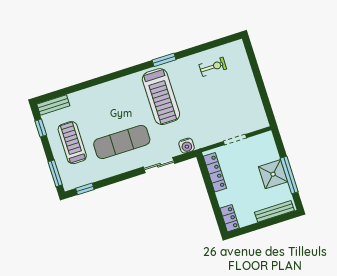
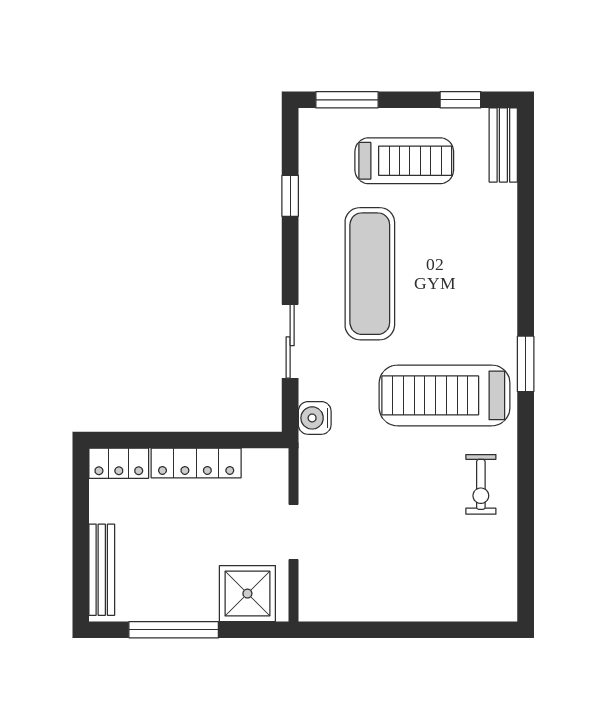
window: (164, 60) -> (526, 364), moved
exercise bike: (213, 67) -> (481, 484), moved
locker: (215, 172) -> (196, 463), moved
shower: (273, 174) -> (247, 594), moved
window: (85, 189) -> (290, 196), moved

